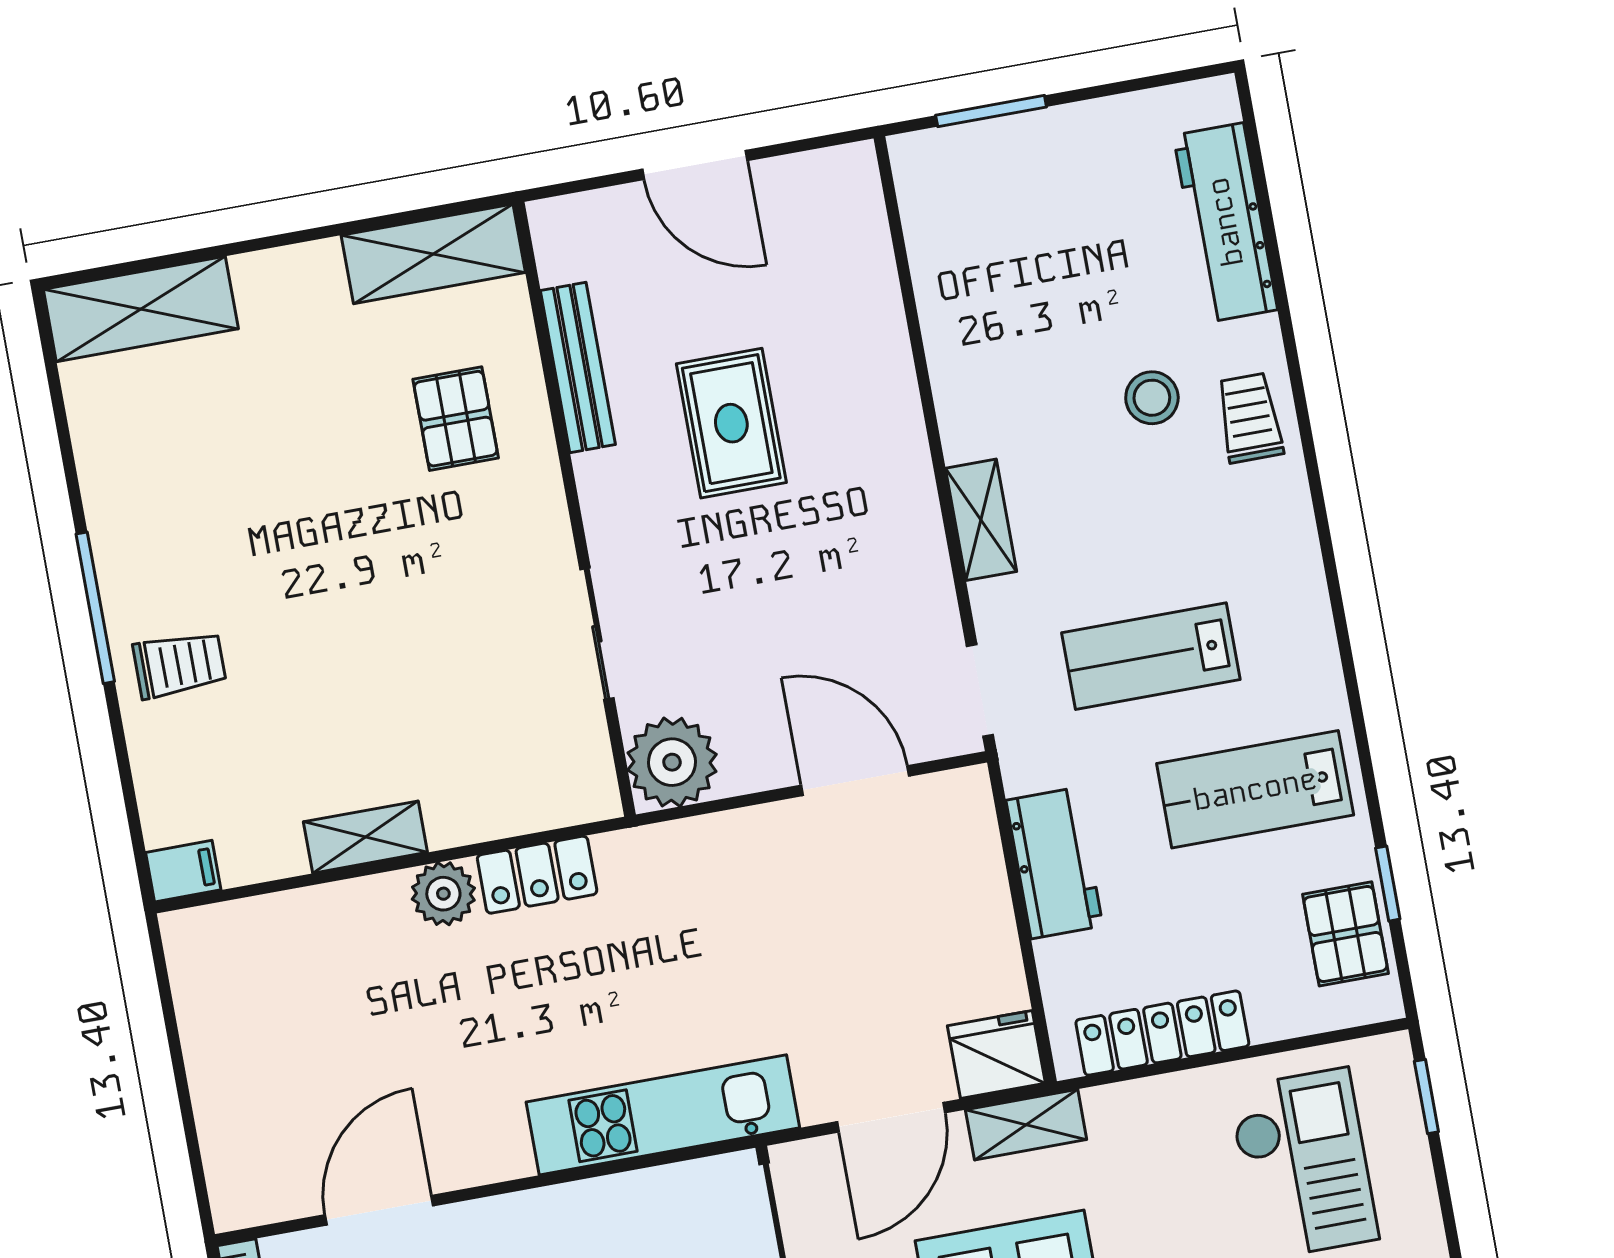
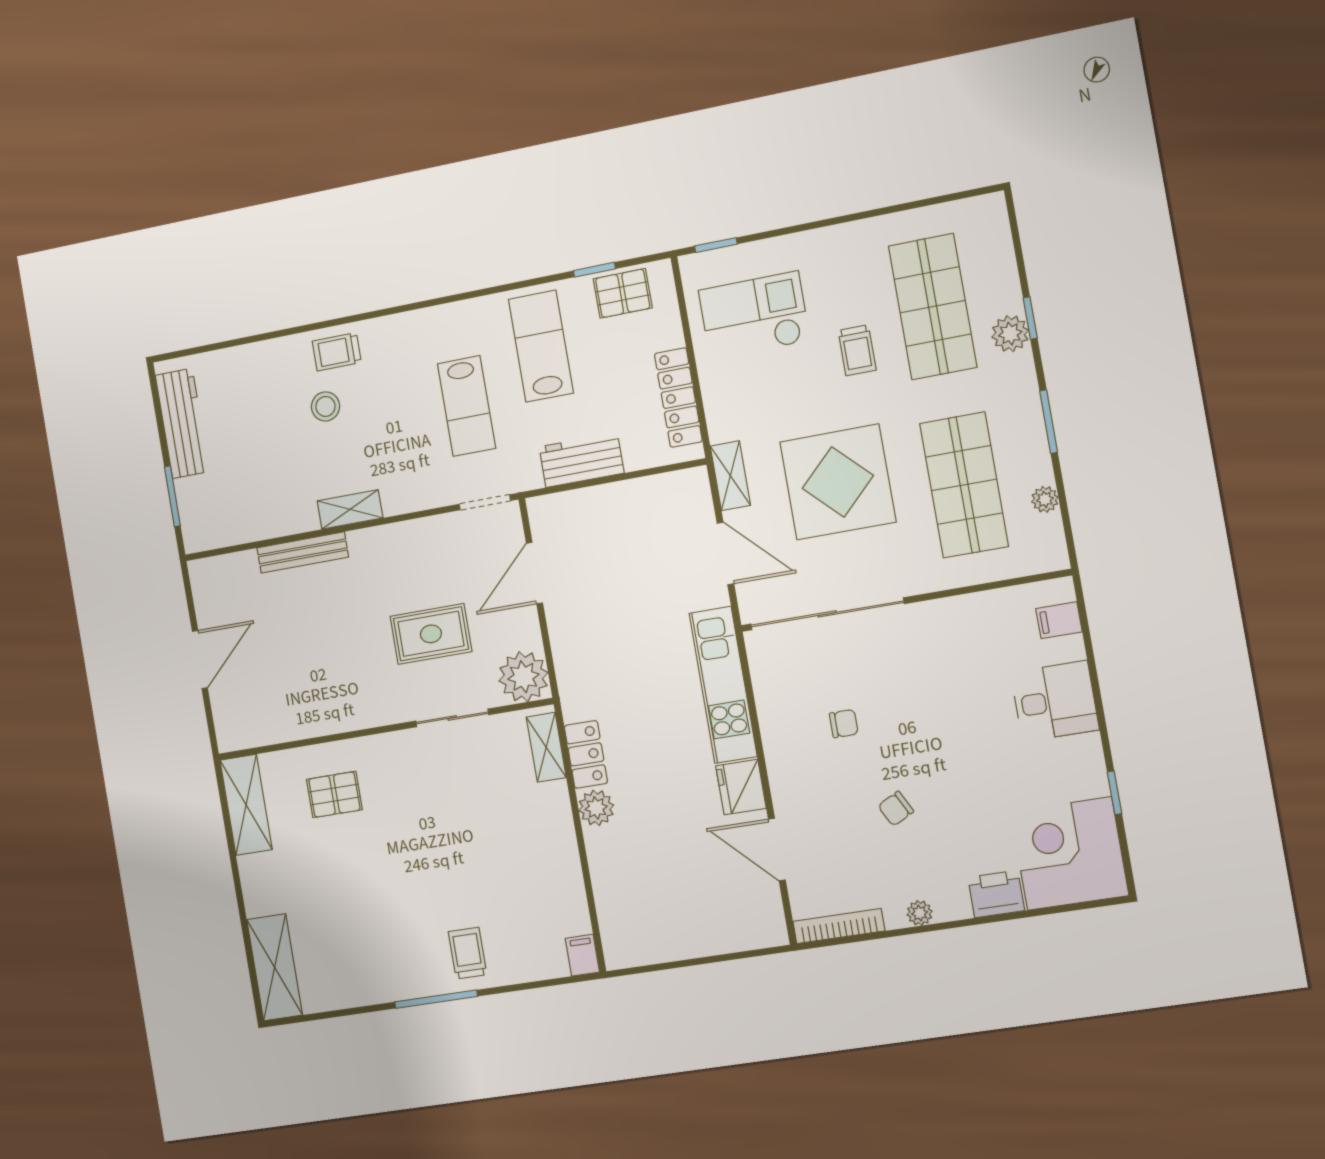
workbench: (1225, 222) -> (182, 423), moved, turned -90
bench: (578, 368) -> (303, 552), moved
rug: (731, 423) -> (431, 634), moved
shelving: (981, 520) -> (350, 509), moved
lab bench: (1255, 789) -> (541, 346), turned 180
shelving: (365, 837) -> (546, 747), moved
fridge: (996, 1054) -> (741, 787), moved

